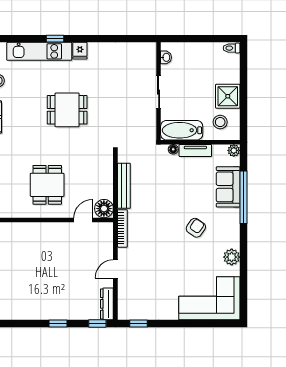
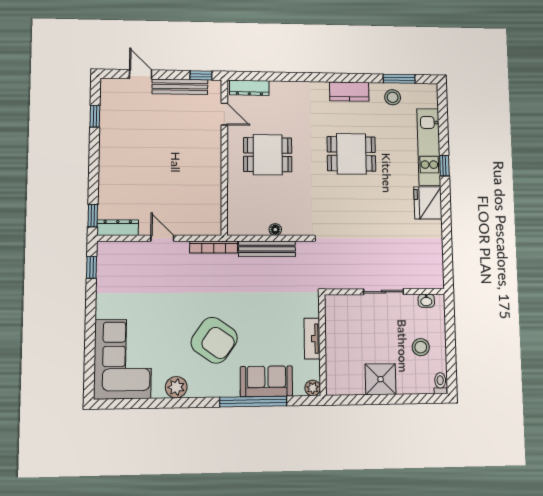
fridge: (80, 51) -> (428, 203), width x1.88, depth x1.34
dining table: (67, 110) -> (351, 154), moved, turned 90
stool: (220, 122) -> (421, 347), moved
bathtub: (182, 130) -> (337, 321), removed
floor lamp: (173, 149) -> (313, 310), removed
floor lamp: (104, 209) -> (275, 230), moved, width x0.53, depth x0.53
door: (83, 220) -> (224, 114), moved
armchair: (196, 228) -> (214, 340), width x1.88, depth x1.88
window: (58, 324) -> (95, 116), moved

